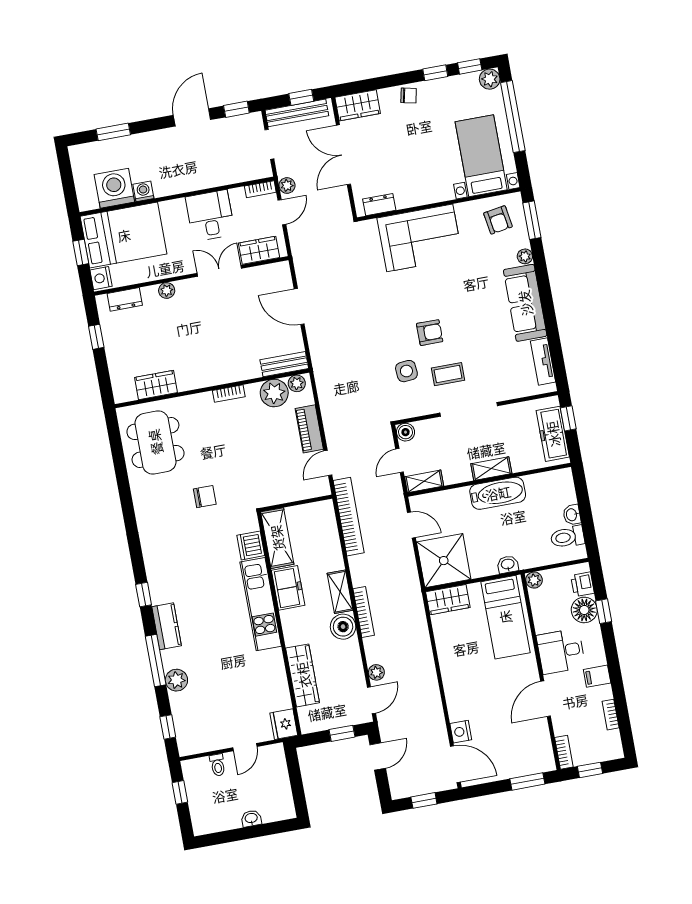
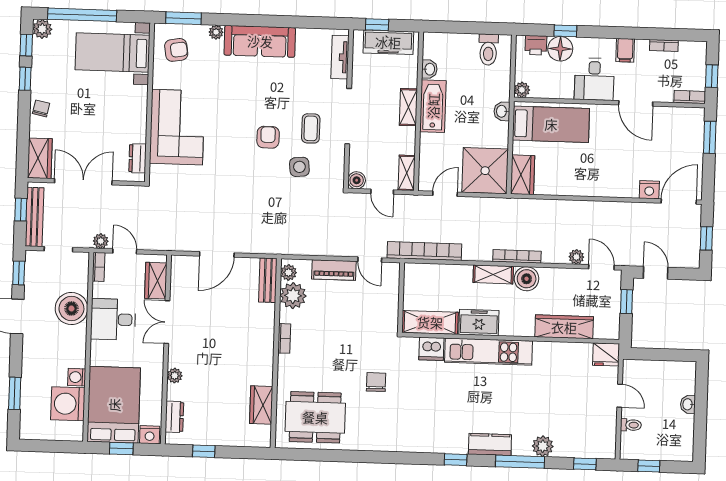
double door: (343, 155) -> (83, 182), swing flipped
boiler: (212, 171) -> (71, 309), added
tv unit: (543, 362) -> (340, 57), moved, turned 90
washbasin: (572, 515) -> (429, 69), moved, turned -90

